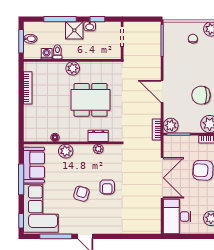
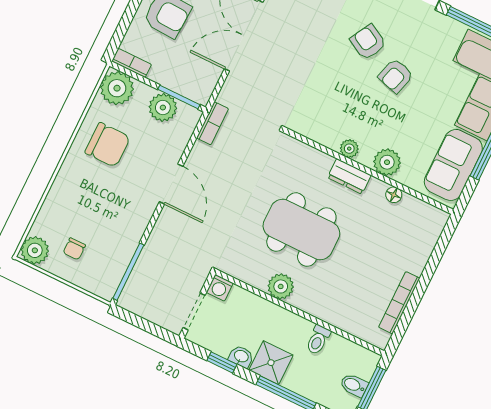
washing machine: (47, 54) -> (220, 288), moved
plant: (73, 68) -> (281, 286), moved
plant: (171, 125) -> (163, 108), moved
dresser: (98, 136) -> (349, 176), moved
plant: (98, 149) -> (349, 149), moved
armchair: (107, 187) -> (368, 42), moved, turned -61

